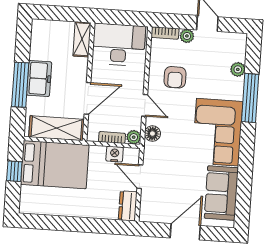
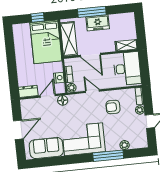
door: (145, 105) -> (92, 91), swing flipped
floor lamp: (152, 134) -> (63, 100), moved
door: (185, 232) -> (18, 130), hinge flipped

